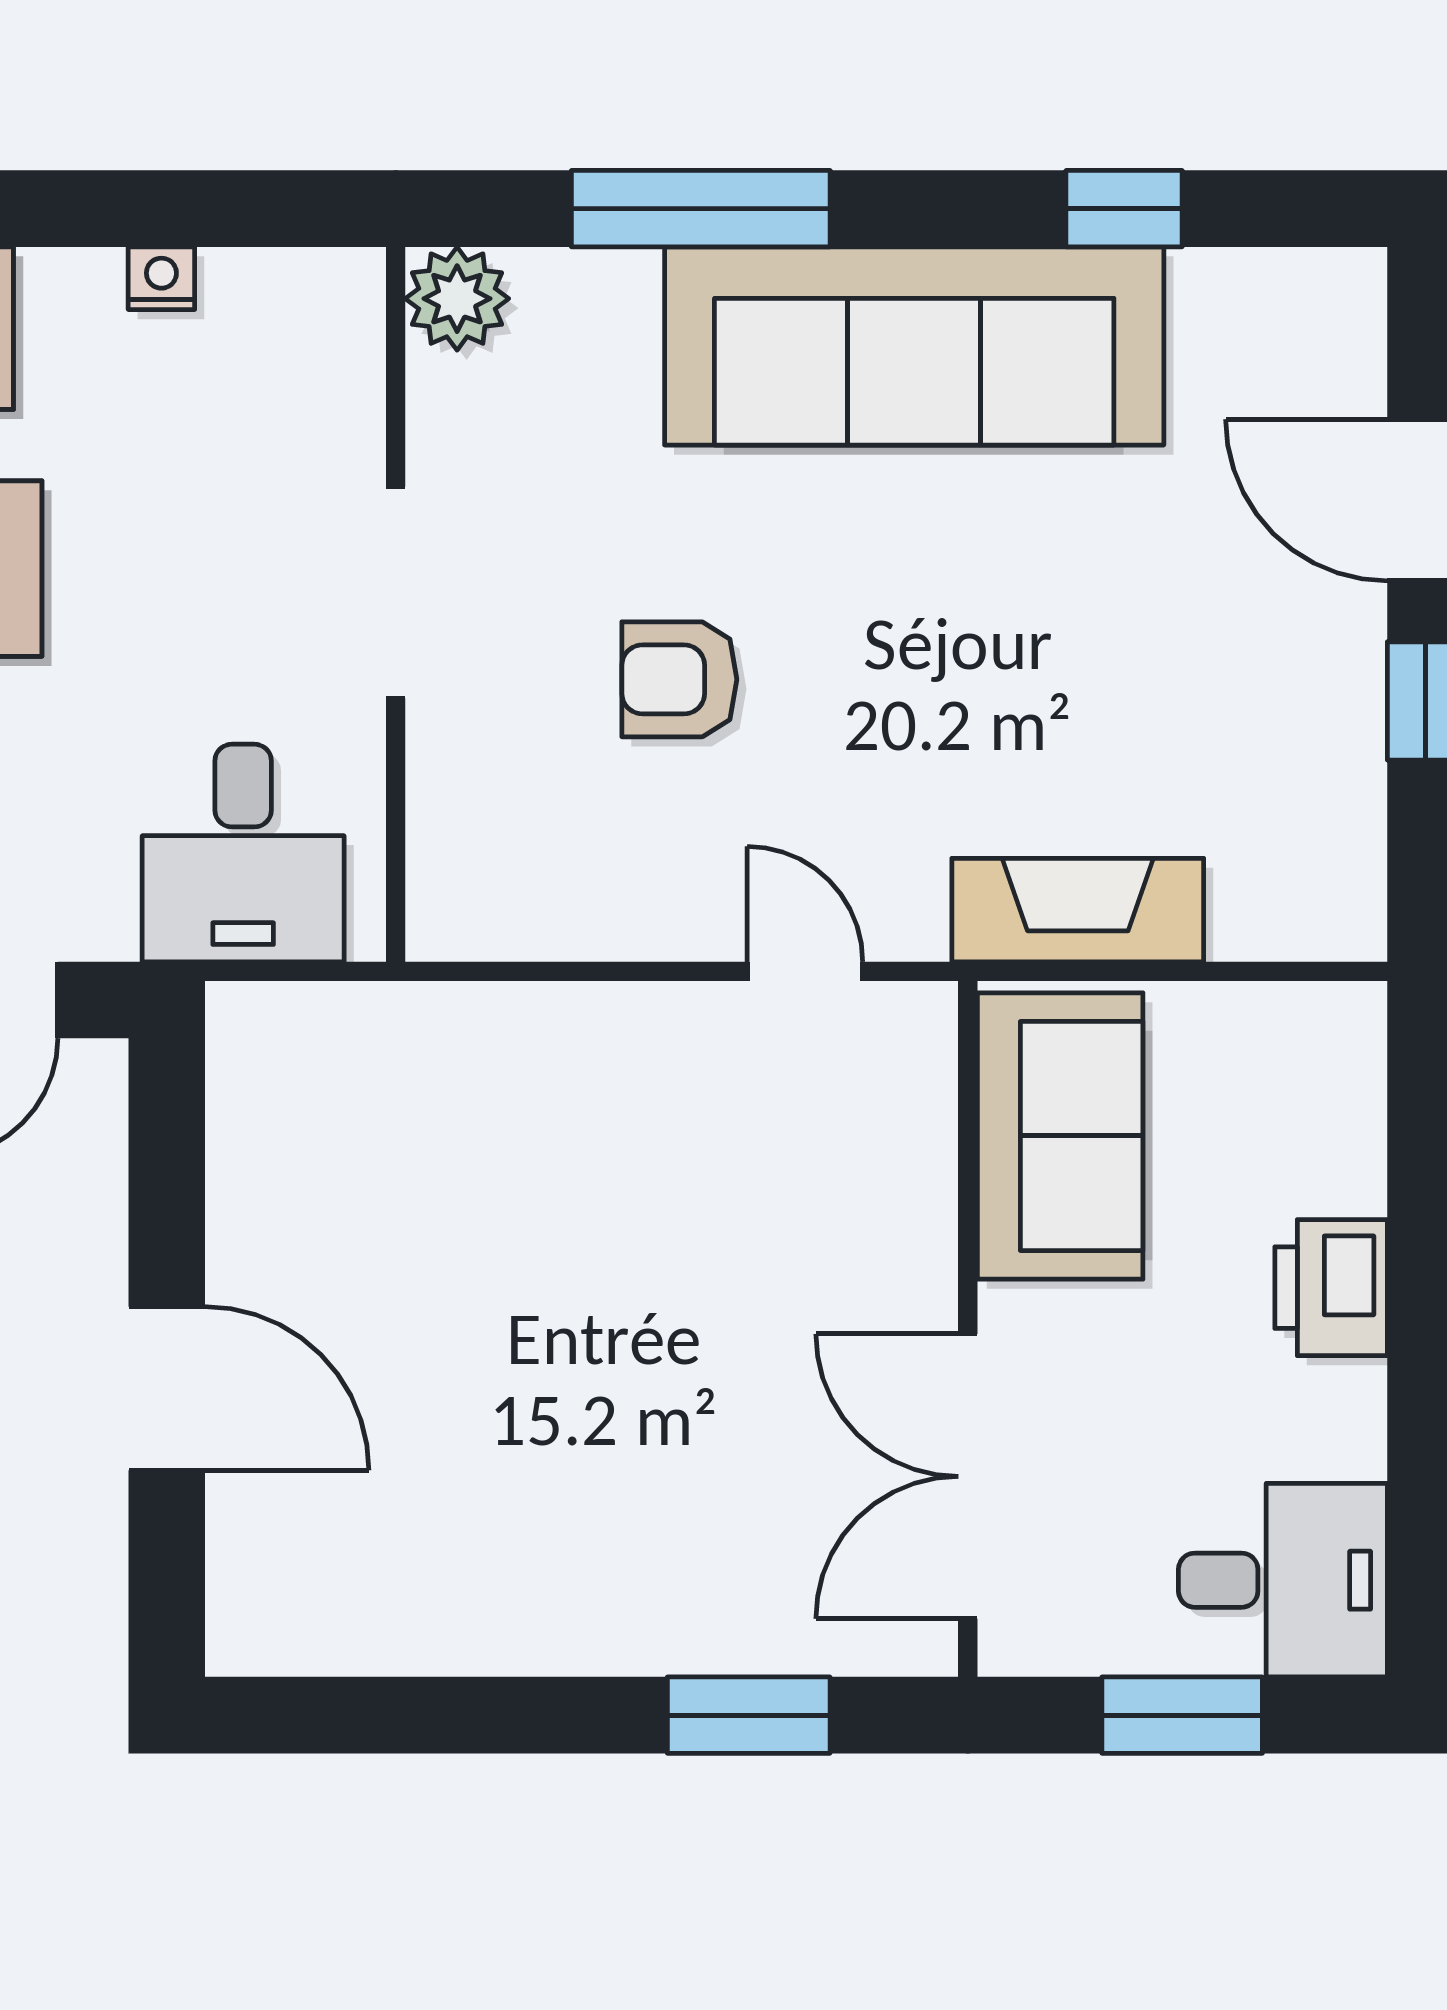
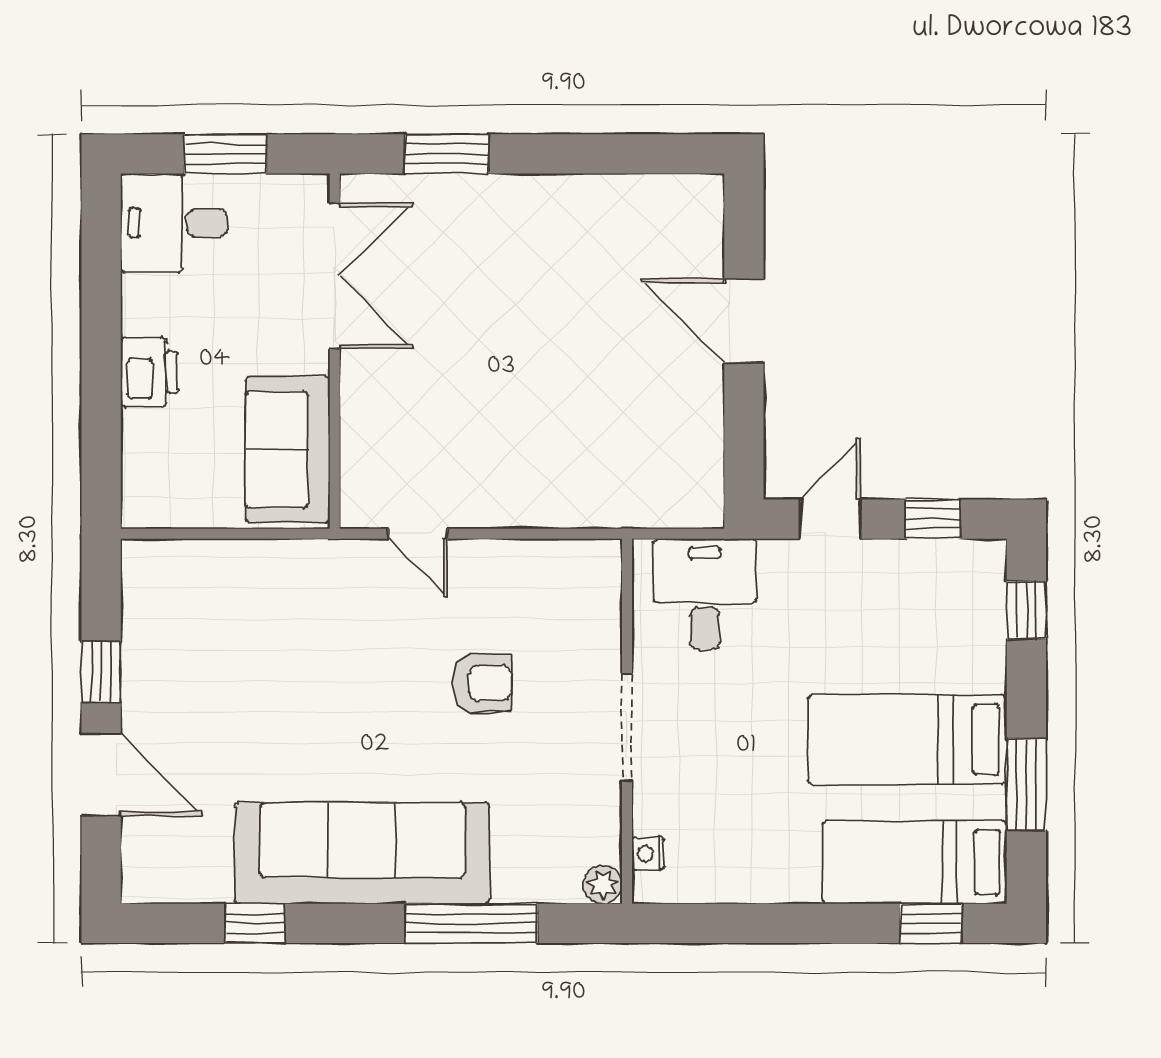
nightstand: (161, 278) -> (648, 853), moved, turned 90
plant: (457, 299) -> (603, 885), width x0.73, depth x0.73
fireplace: (1078, 910) -> (279, 565), removed

